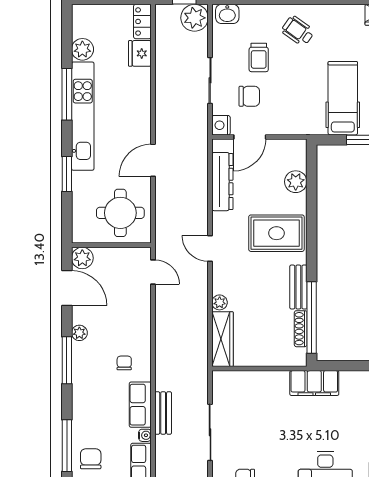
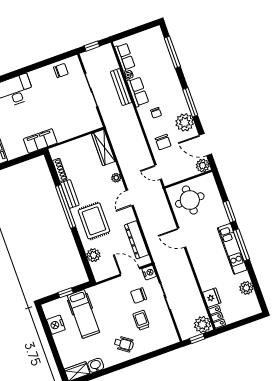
washbasin: (227, 14) -> (96, 365), moved
plant: (194, 18) -> (202, 325), moved
window: (67, 94) -> (241, 245), moved
kitchen unit: (83, 116) -> (232, 249), width x0.73
door: (250, 137) -> (130, 272), hinge flipped
door: (153, 160) -> (182, 238), swing flipped
rug: (276, 233) -> (94, 221), turned 90
door: (210, 248) -> (130, 198), swing flipped
plant: (220, 302) -> (116, 178), moved
window: (312, 318) -> (66, 206), moved
plant: (79, 333) -> (185, 122), width x1.88, depth x1.88
bench: (163, 413) -> (121, 87), width x1.36
chair: (91, 459) -> (163, 142), moved

